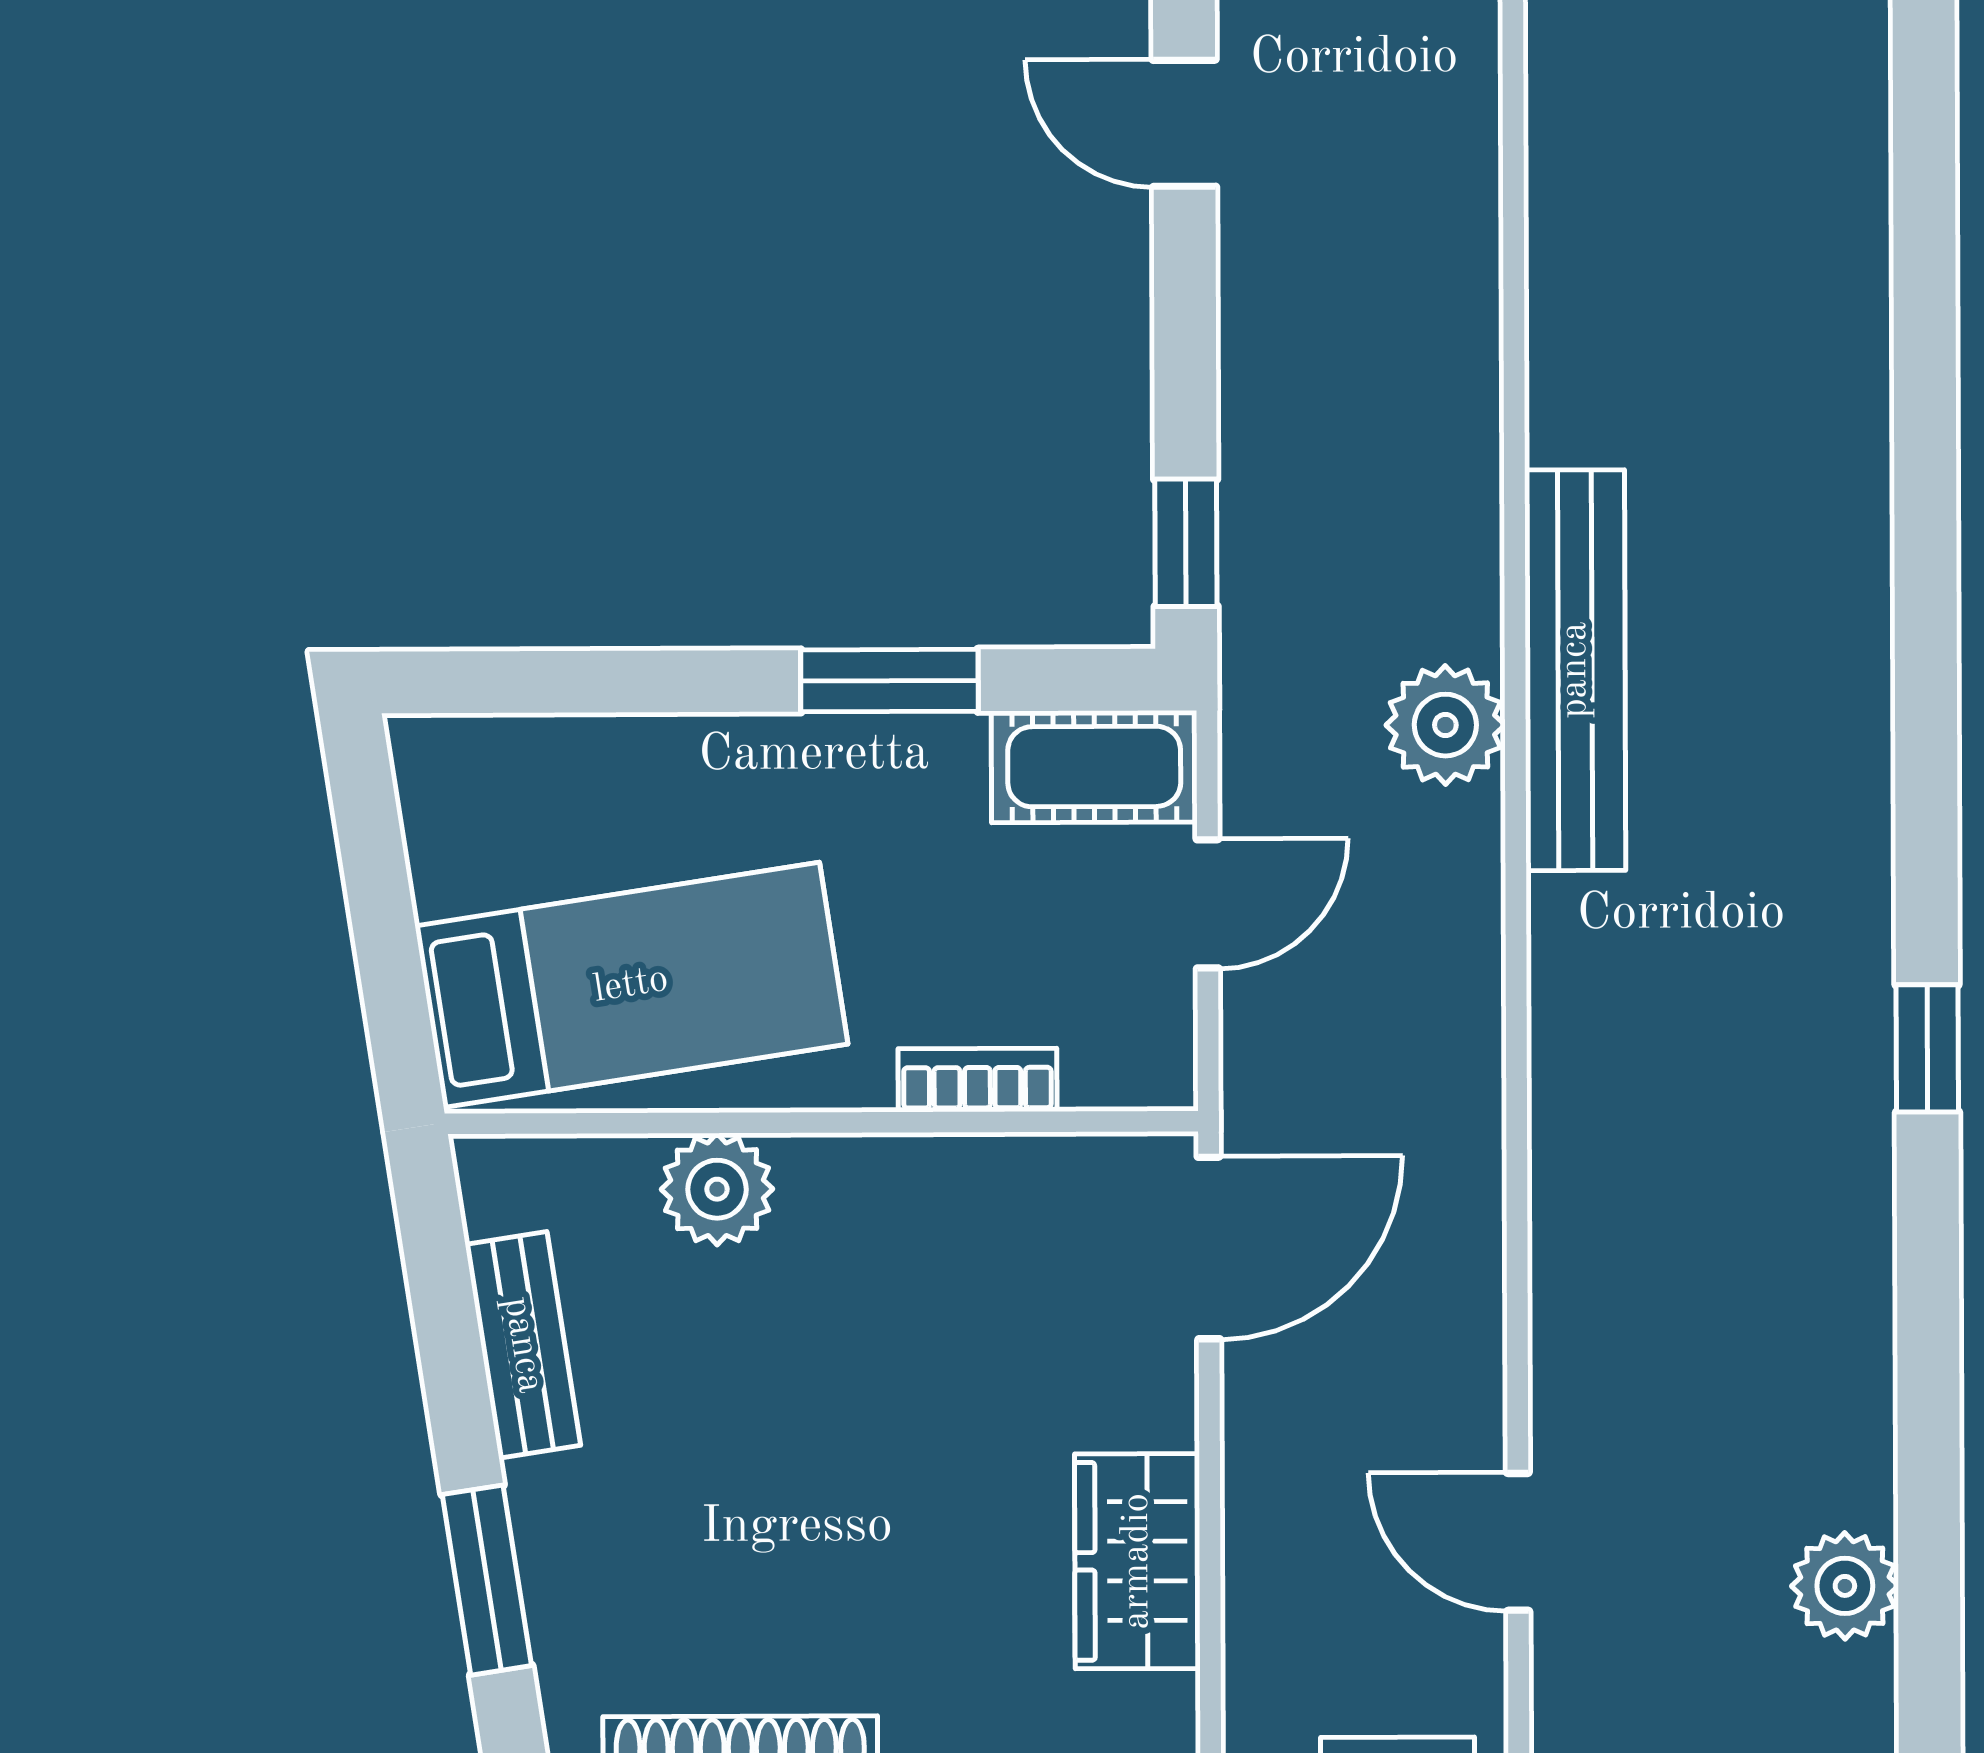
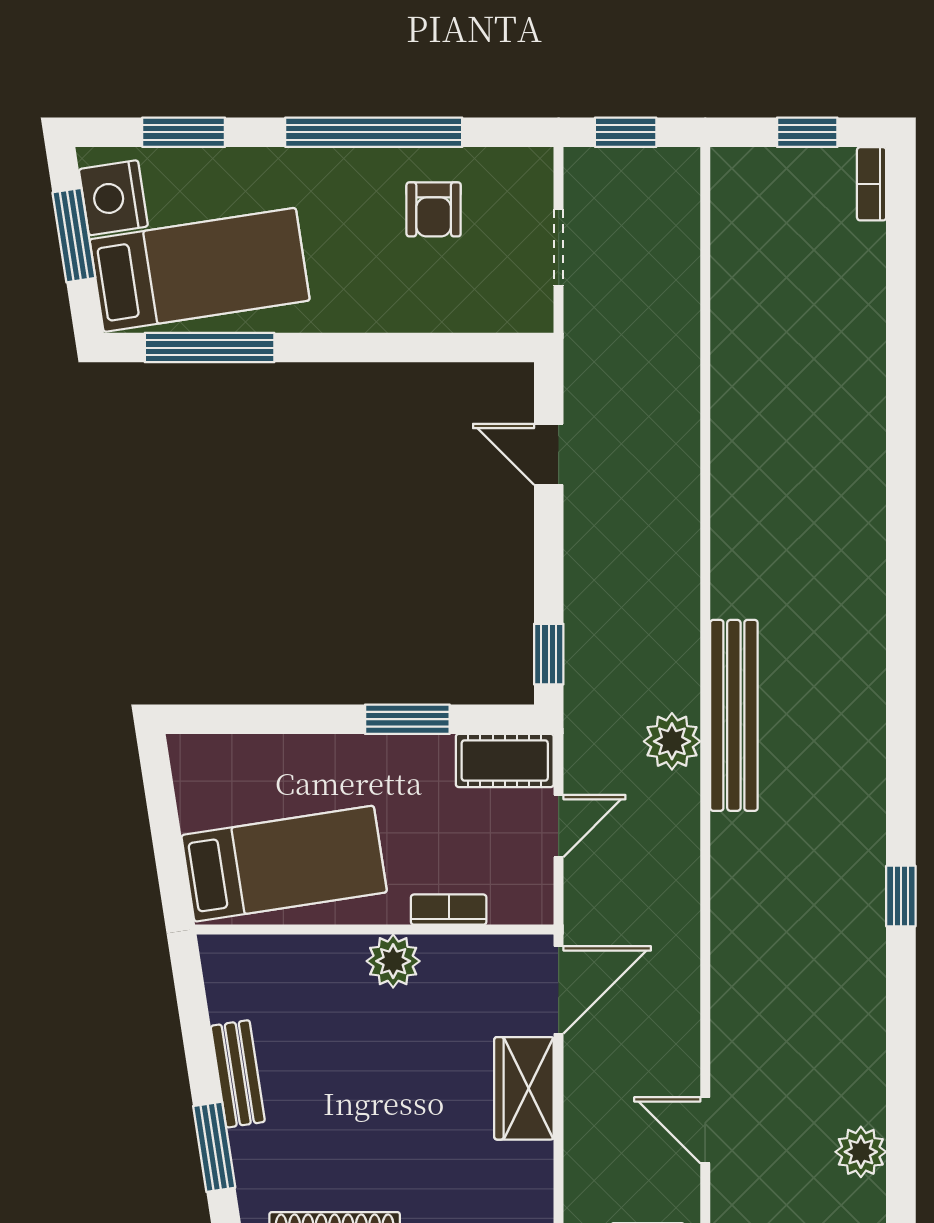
plant: (717, 1189) -> (393, 961), moved
bench: (523, 1345) -> (238, 1074), moved
wardrobe: (1137, 1561) -> (524, 1088), moved

